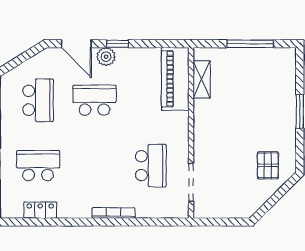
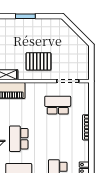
pallet: (268, 165) -> (39, 61), moved, width x1.50, depth x1.42

